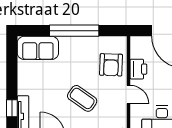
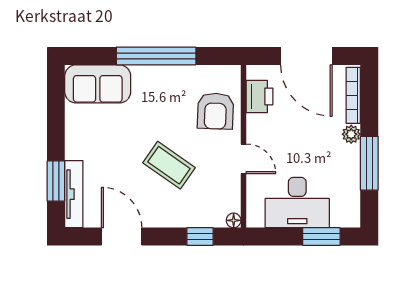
printer: (138, 69) -> (260, 96), moved
window: (12, 108) -> (56, 181), width x1.50

